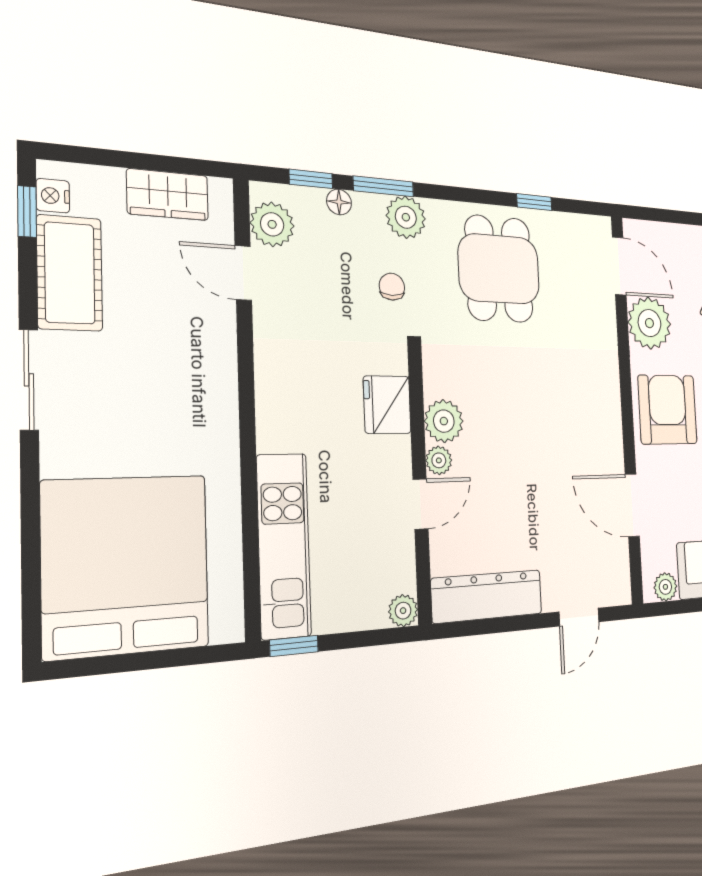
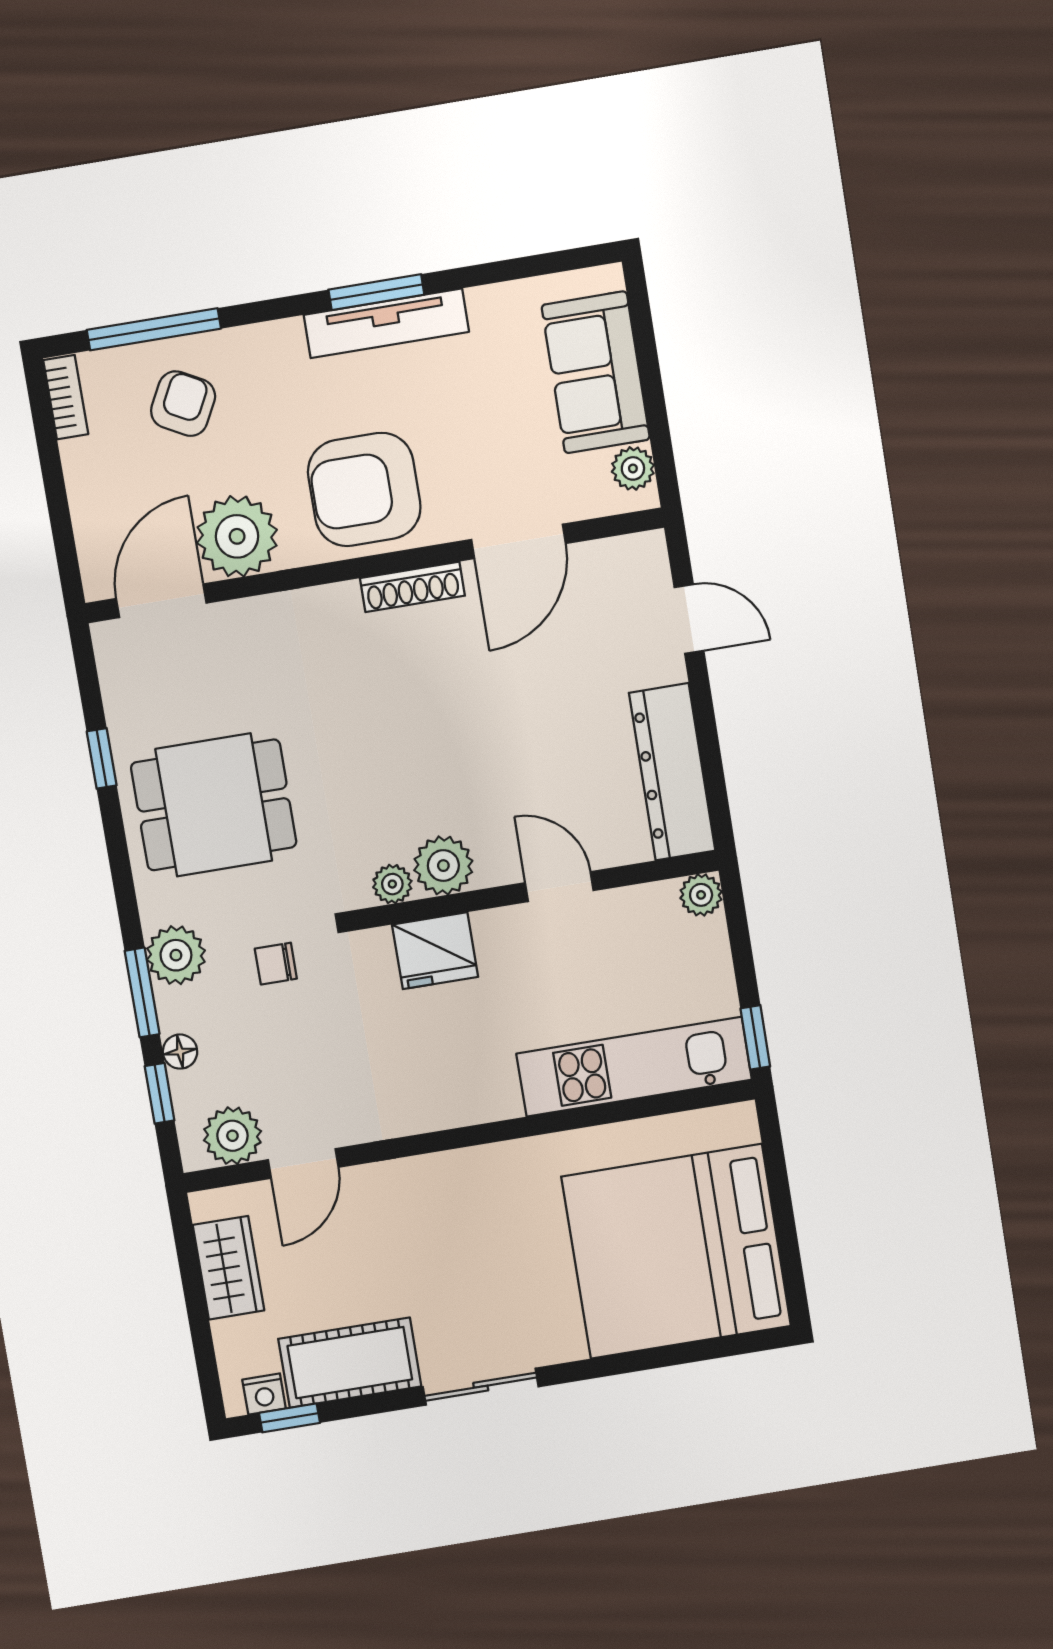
shoe rack: (613, 431) -> (412, 587), added
plant: (439, 460) -> (392, 884), moved

